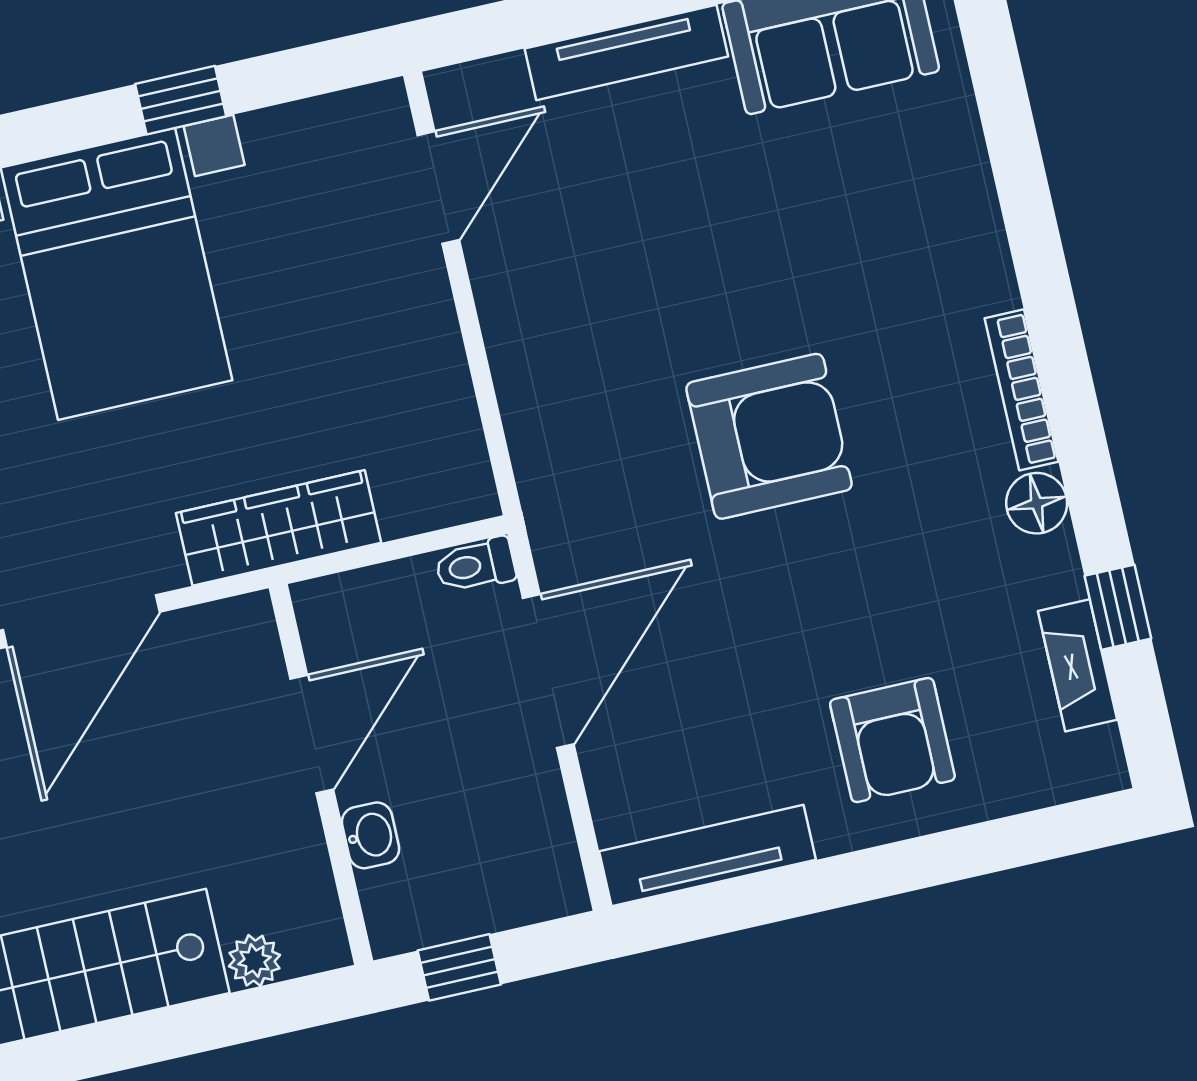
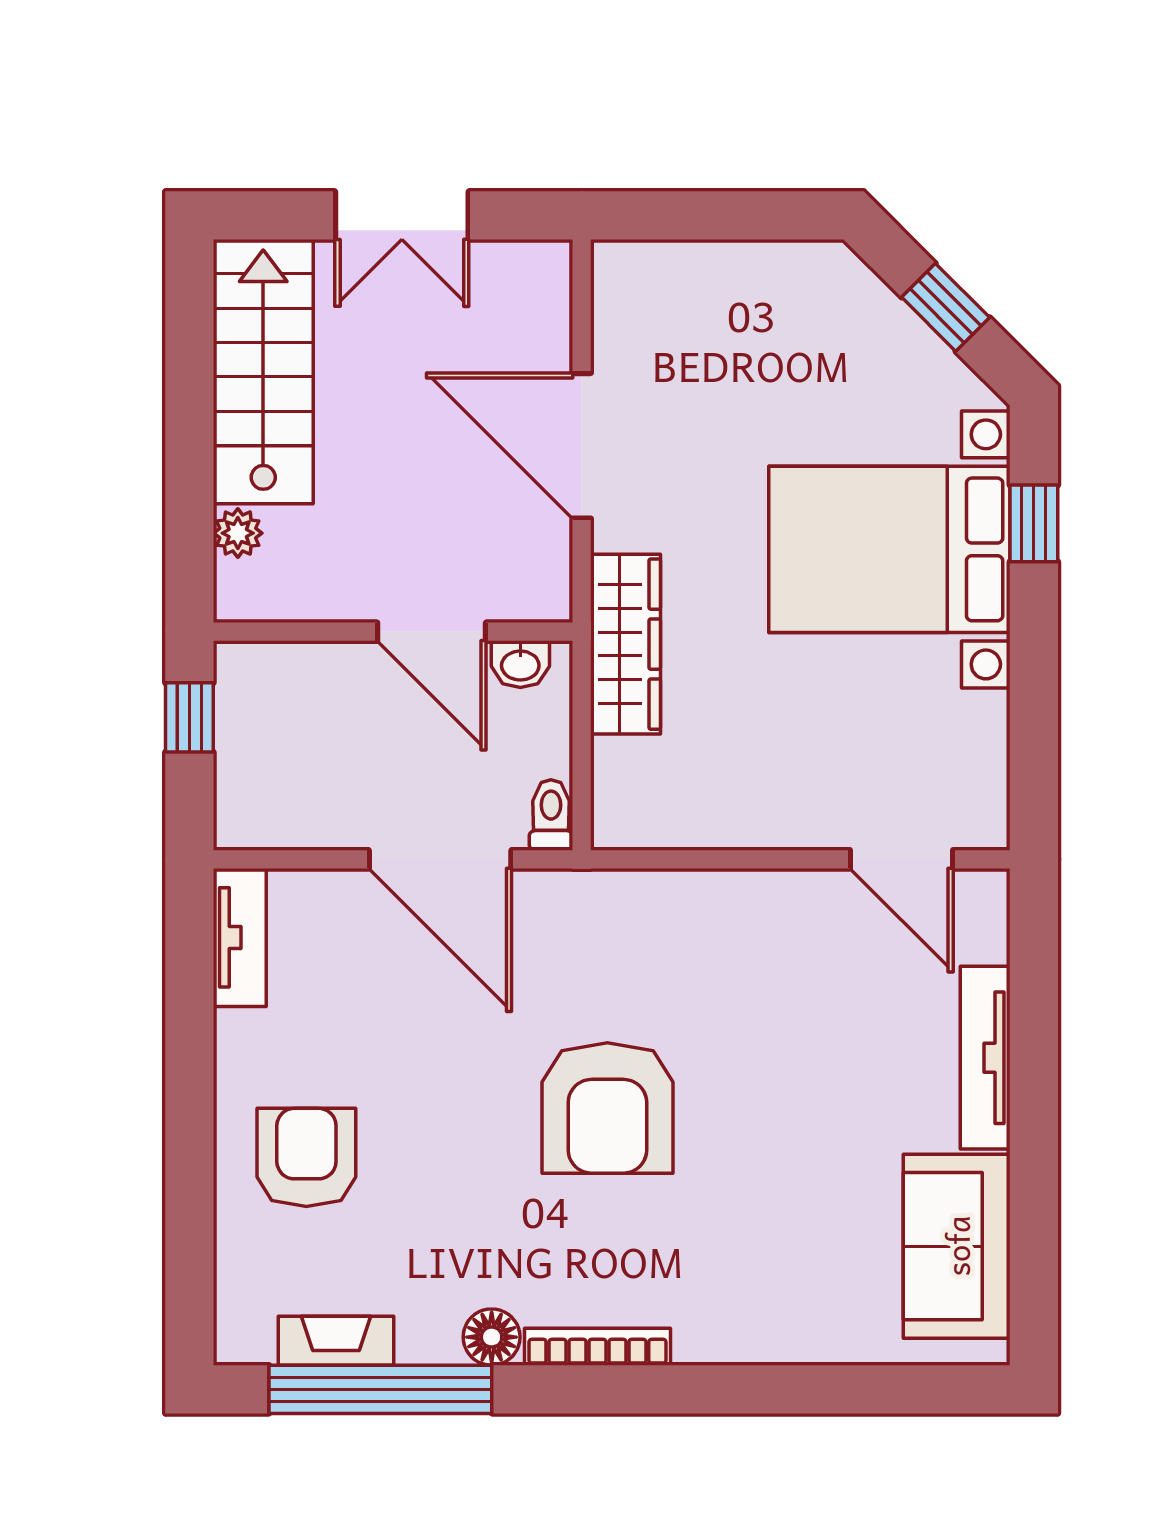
window: (181, 100) -> (1034, 523), moved
window: (1118, 607) -> (380, 1389), width x3.17
armchair: (892, 740) -> (306, 1157), turned 90
washbasin: (371, 835) -> (520, 664), moved
tv unit: (707, 855) -> (240, 937), width x0.71

